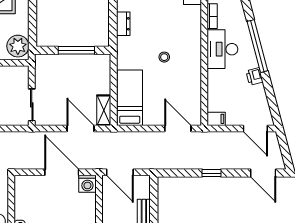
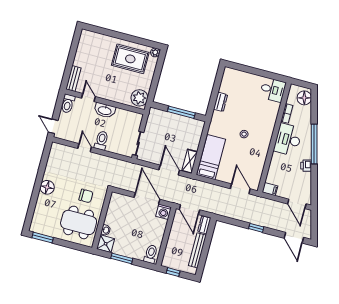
dresser: (144, 187) -> (204, 225), added

